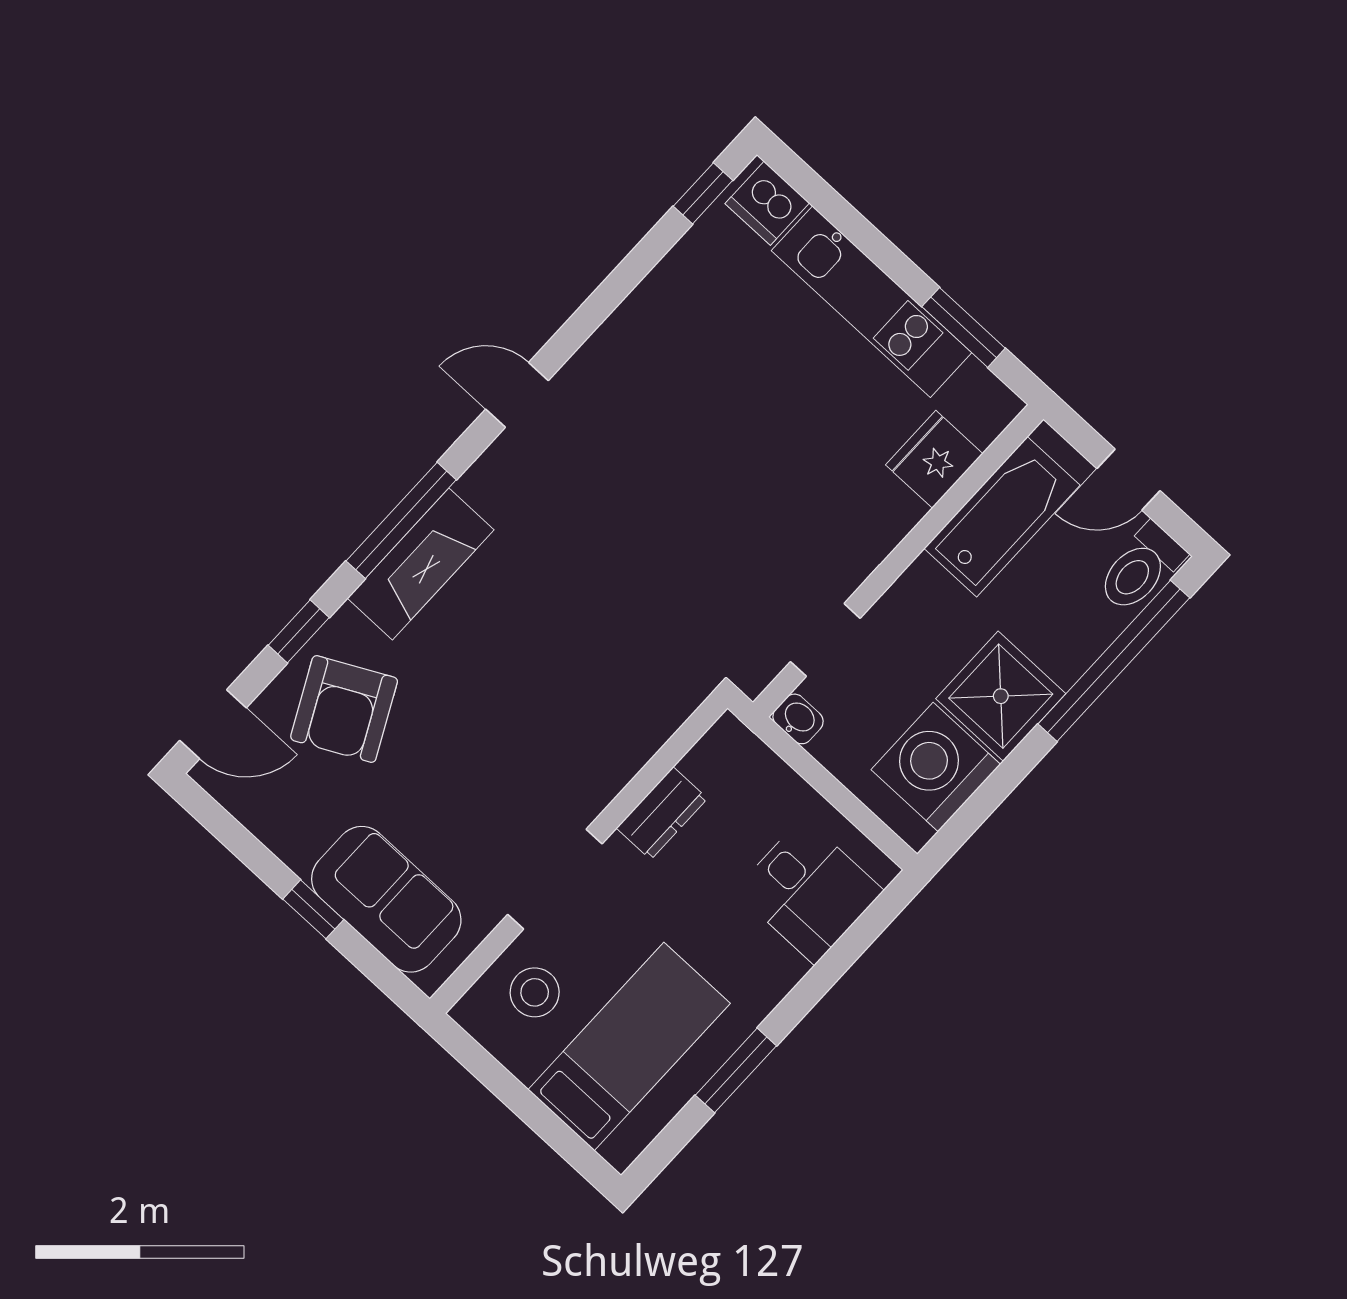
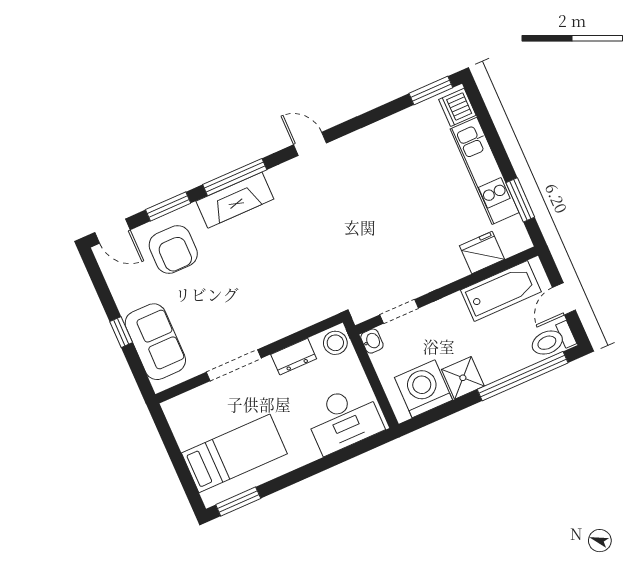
window: (703, 193) -> (431, 91), width x1.50
door: (1128, 480) -> (564, 299), hinge flipped
window: (299, 631) -> (168, 206), width x1.50
shower: (1001, 696) -> (463, 378), width x0.73, depth x0.73
armchair: (344, 709) -> (173, 249), turned -63
desk: (809, 891) -> (344, 419), width x1.37
stool: (535, 992) -> (335, 343), moved
window: (736, 1070) -> (238, 502), moved

